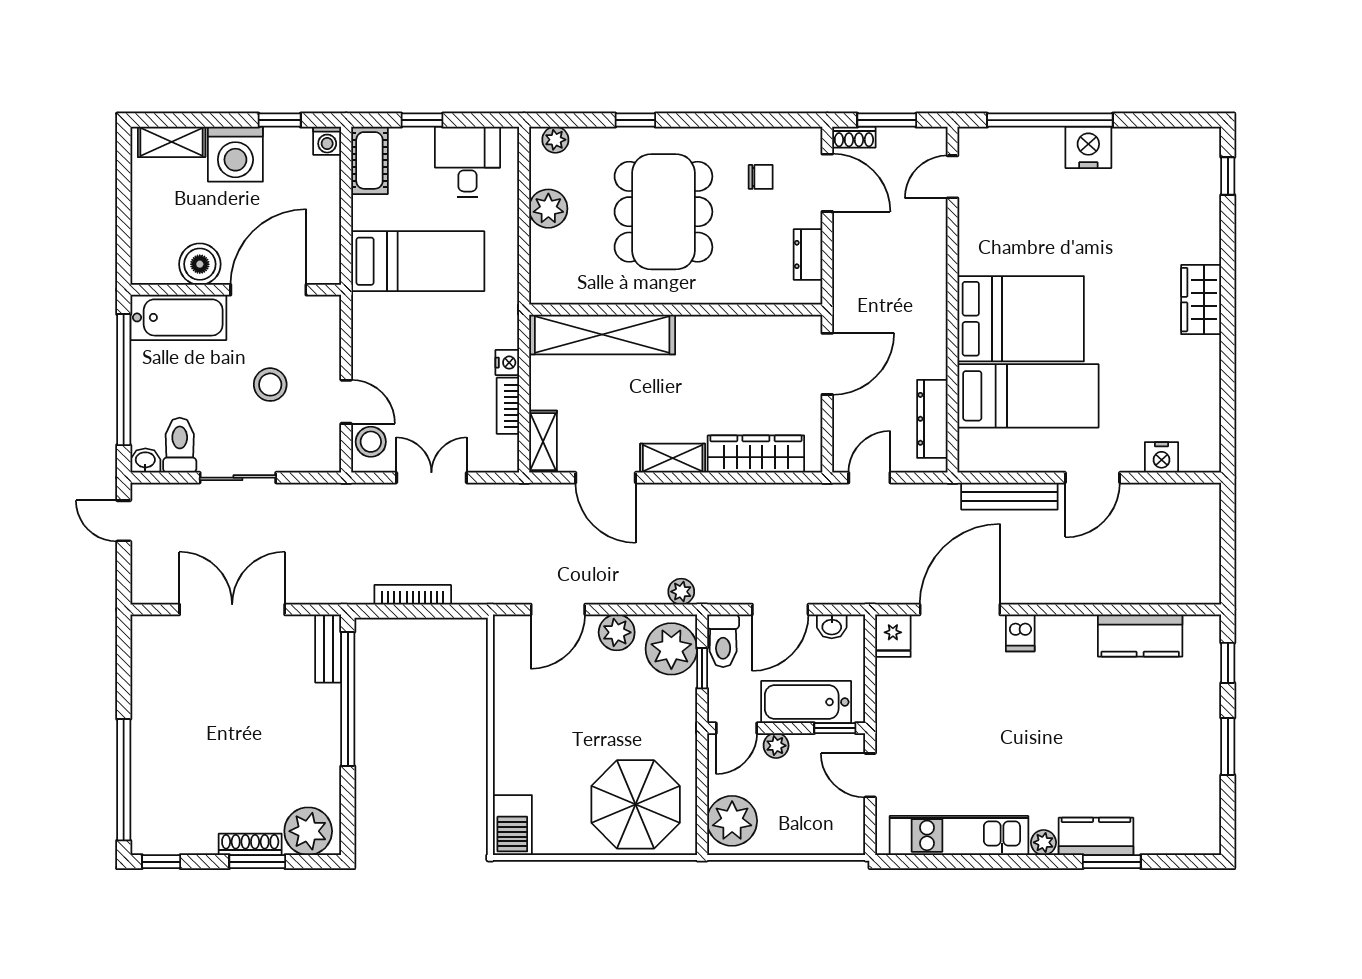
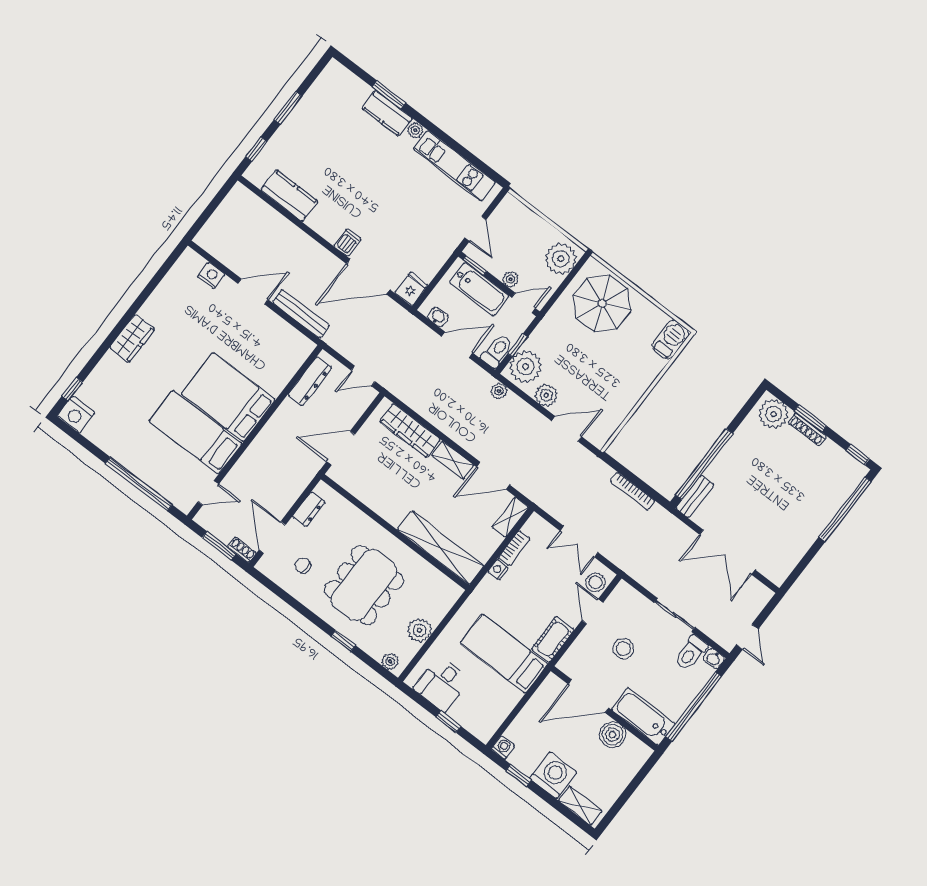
nightstand: (1088, 147) -> (76, 414), moved
cot: (369, 160) -> (553, 639), moved
bed: (1028, 396) -> (196, 432), moved
door: (606, 478) -> (493, 476), swing flipped

